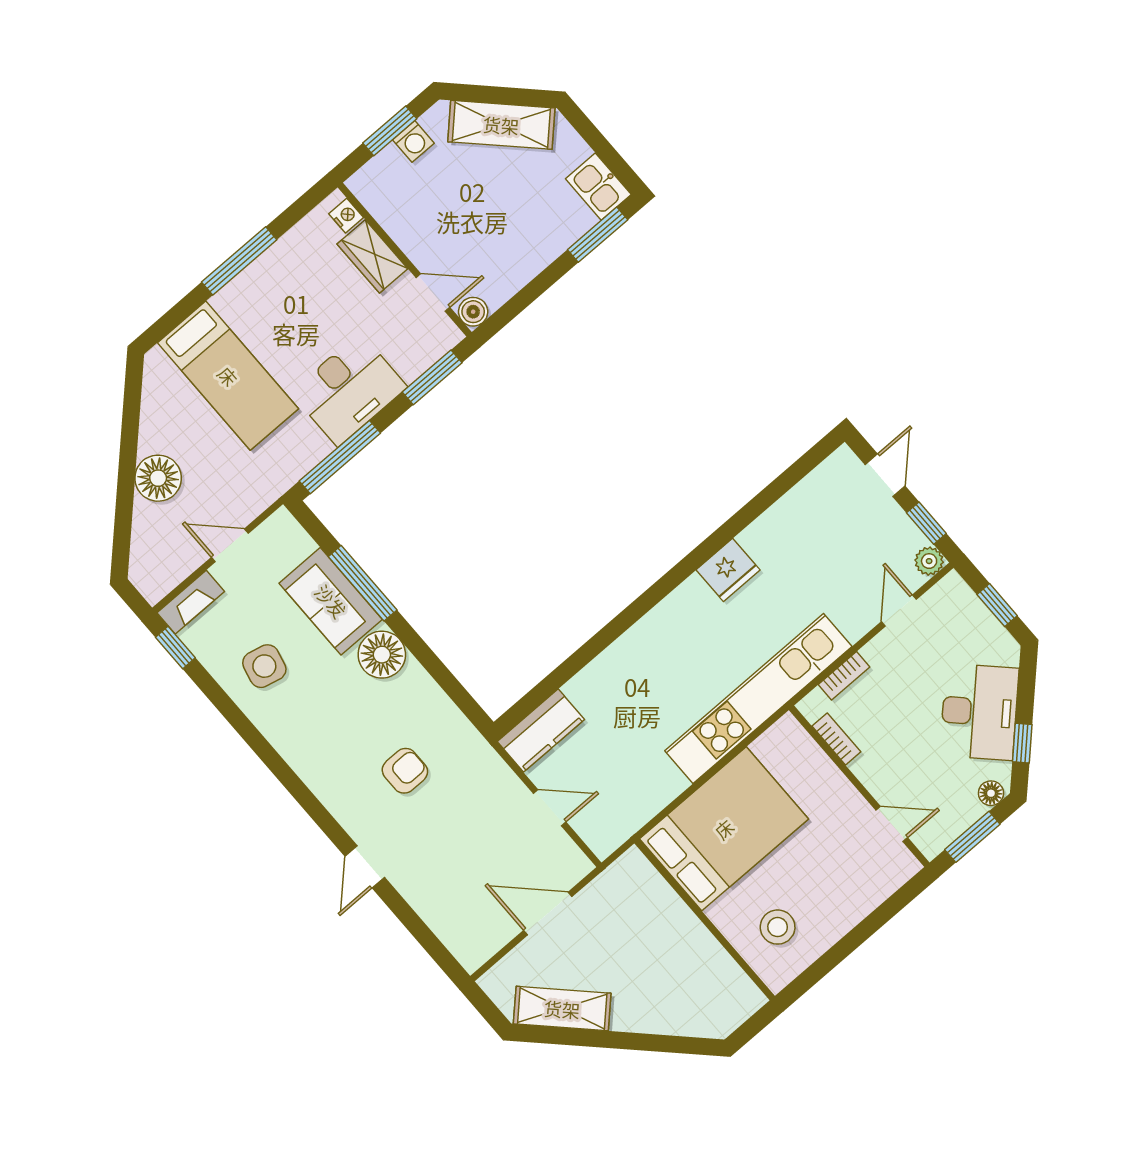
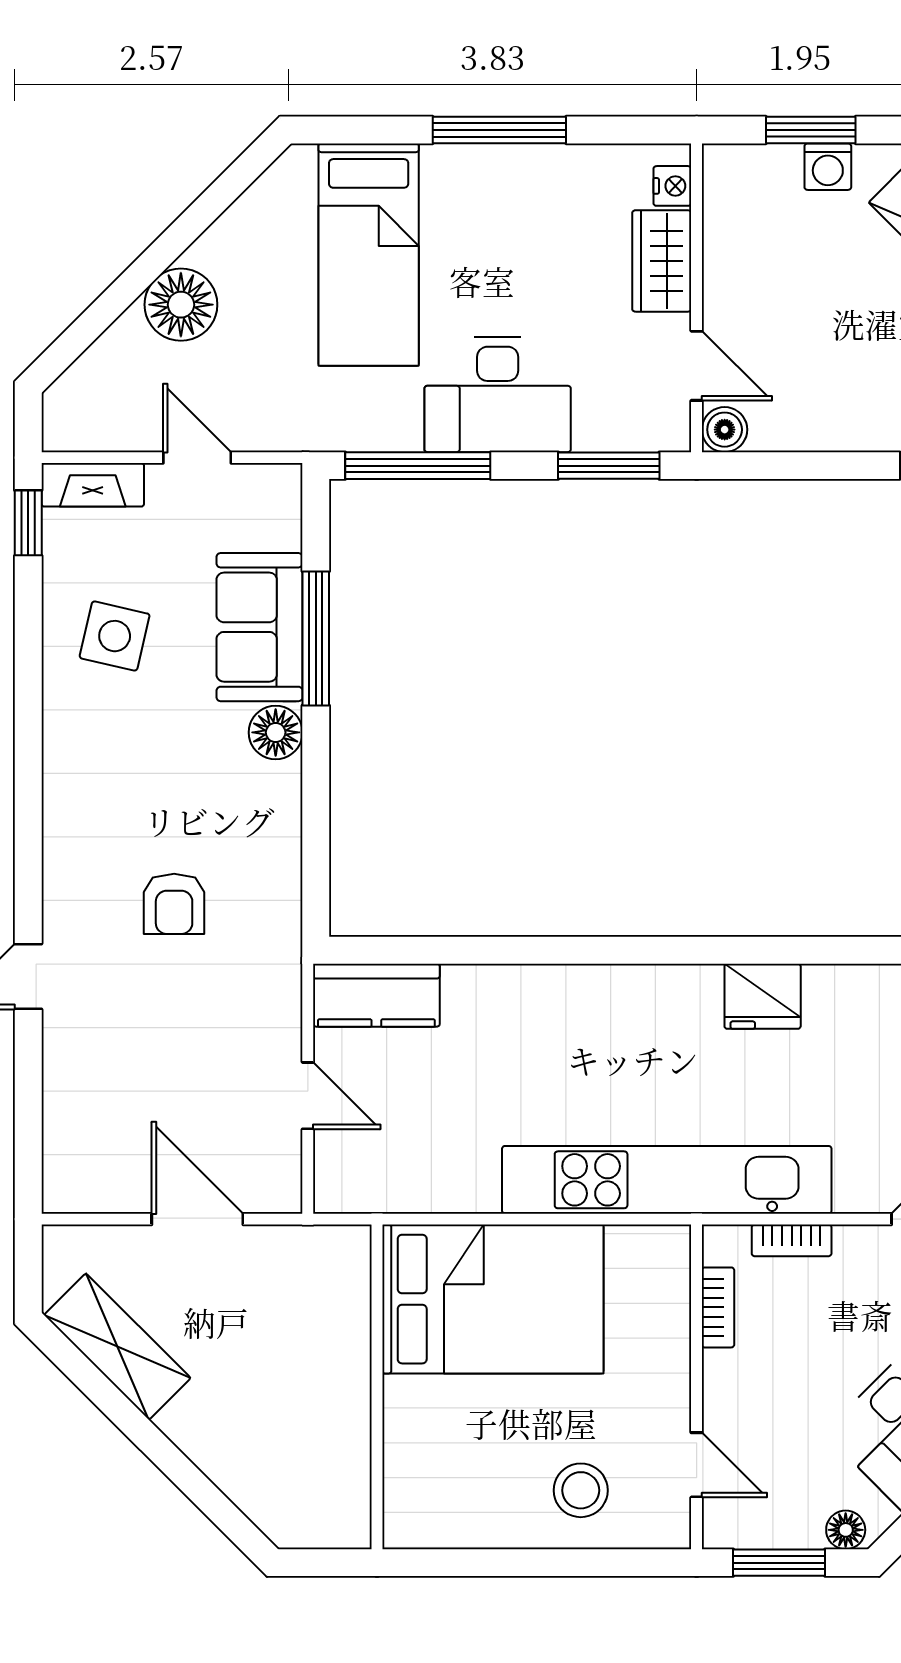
floor lamp: (382, 655) -> (276, 732), width x0.73, depth x0.73
armchair: (405, 771) -> (174, 904), turned 90
stool: (778, 927) -> (581, 1490), moved

